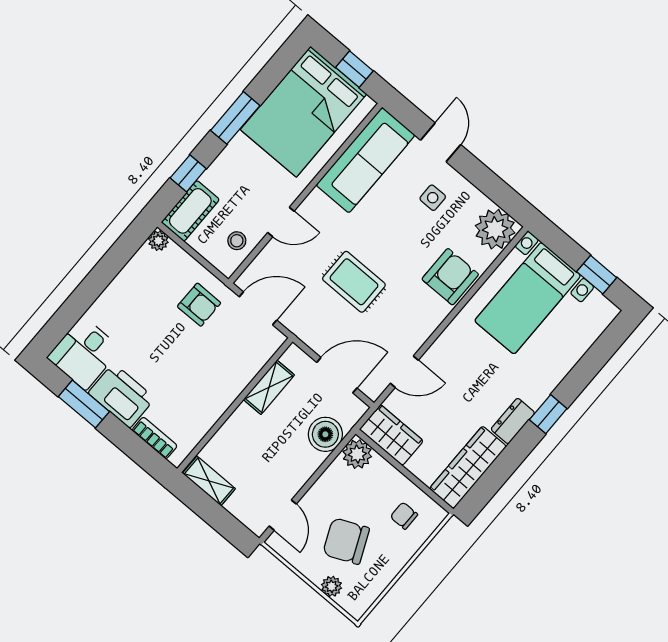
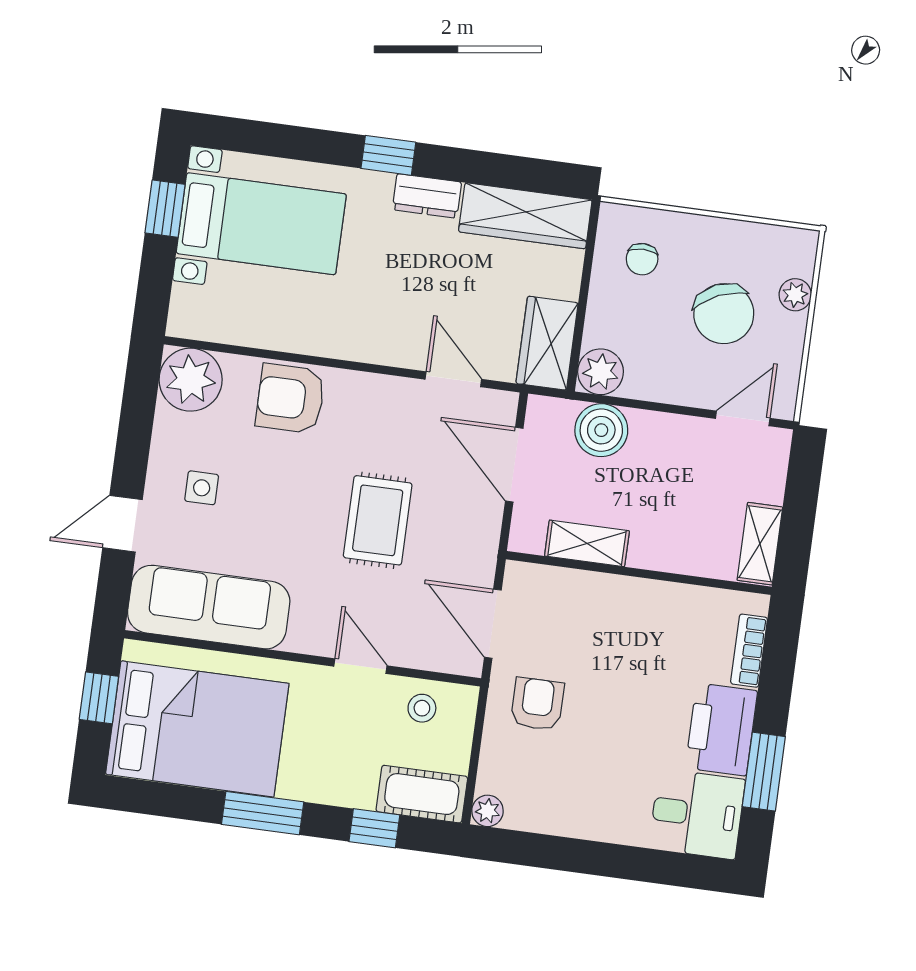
bed with nightstands: (528, 298) -> (261, 224), moved

